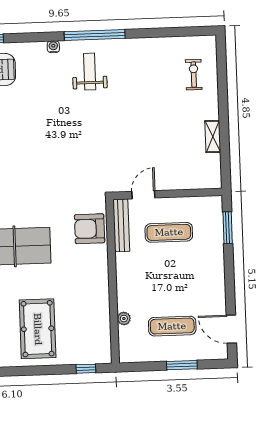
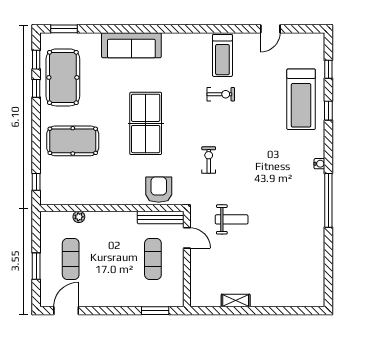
weight bench: (90, 72) -> (232, 219), moved
exercise bike: (194, 75) -> (209, 160), moved, turned -90

